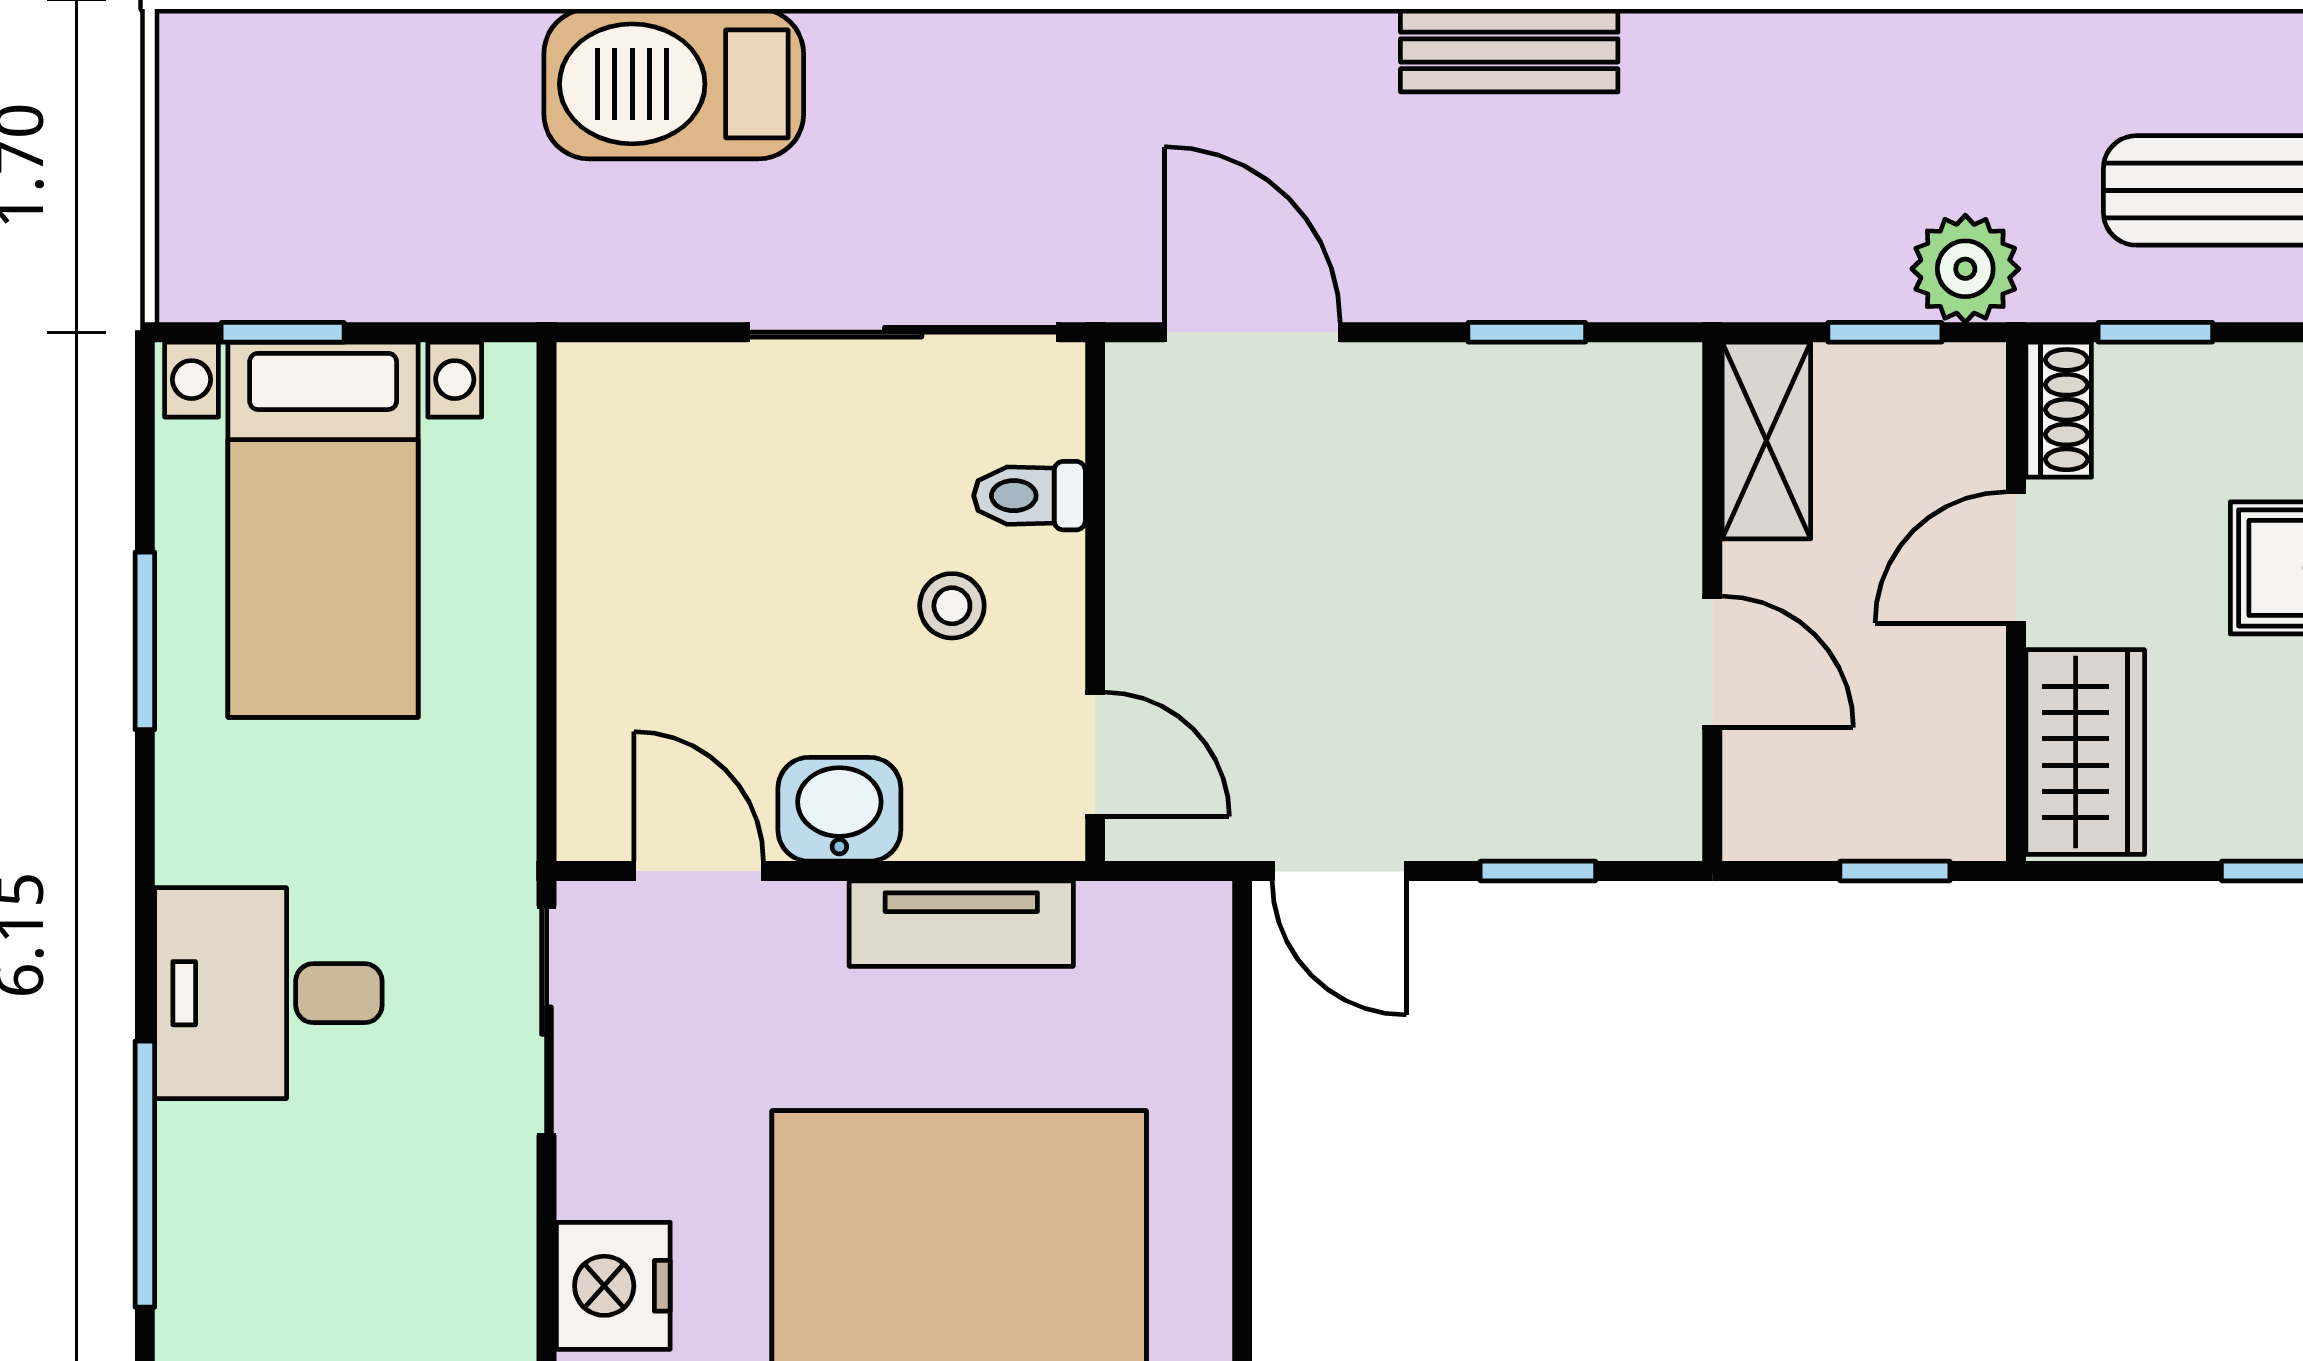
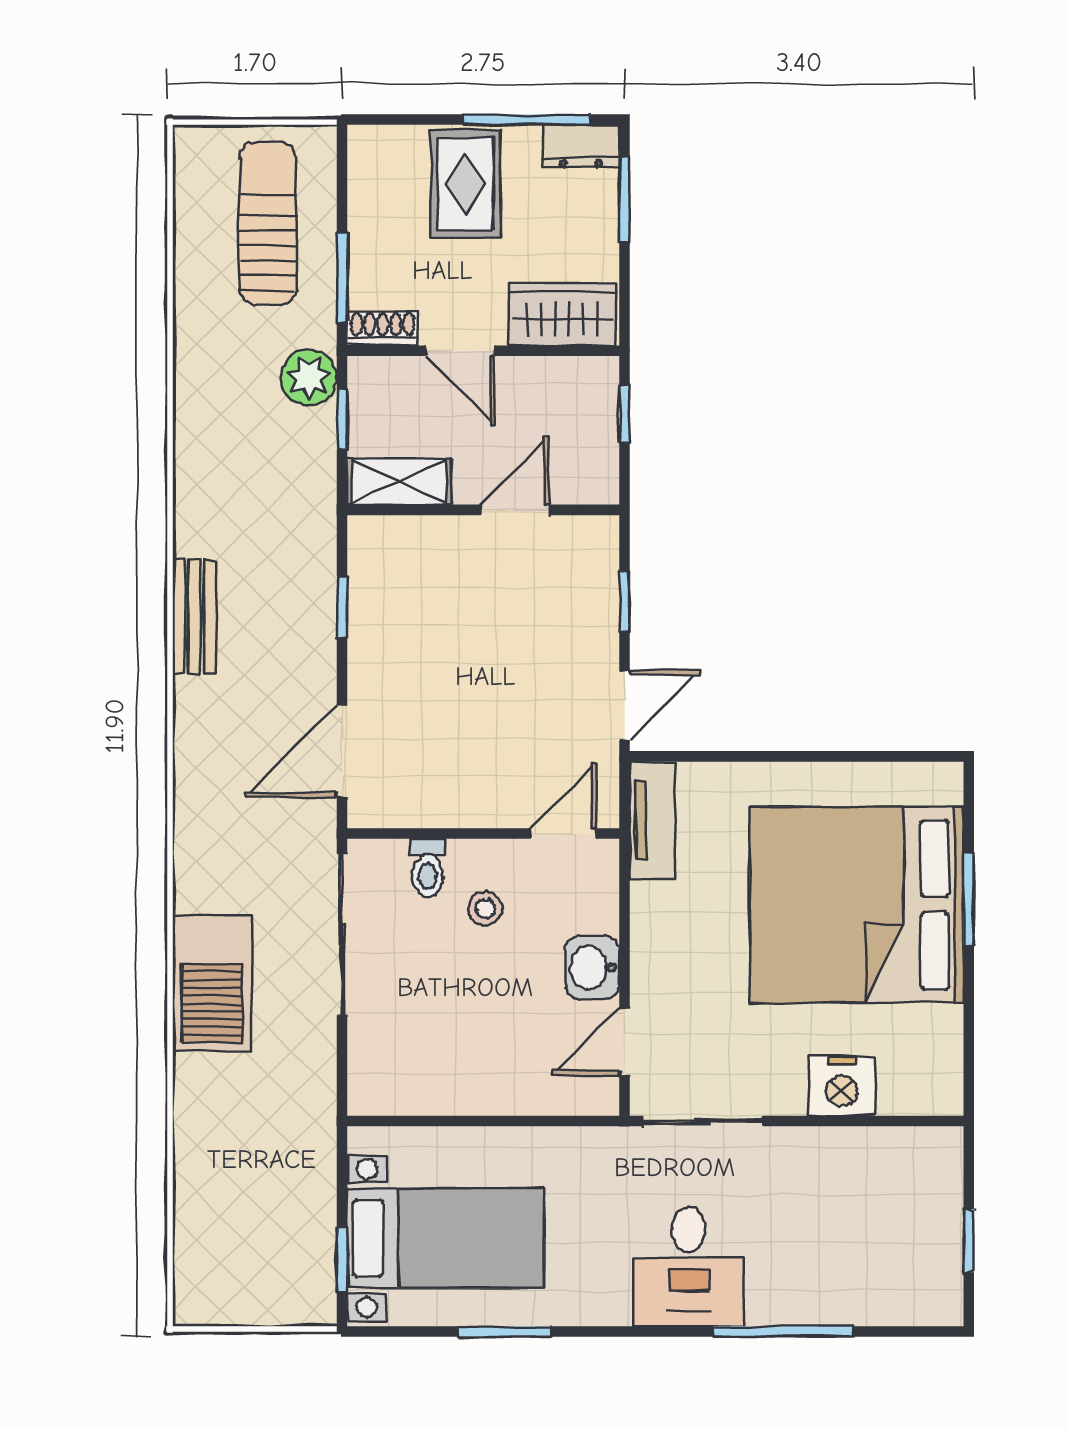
barbecue: (674, 84) -> (212, 983), moved
window: (2155, 332) -> (342, 278), width x1.50
tv unit: (961, 924) -> (652, 820), moved

